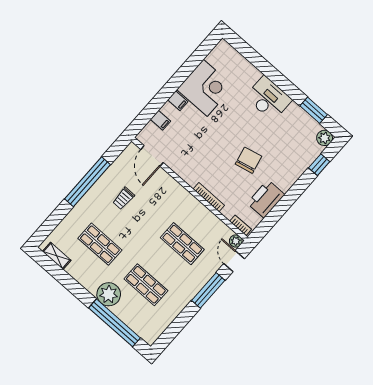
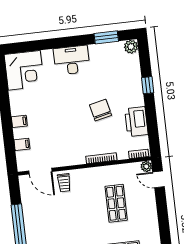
corner desk: (205, 88) -> (24, 70), moved, turned 90
window: (319, 165) -> (148, 85), moved
trolley: (124, 198) -> (64, 183), moved
shop shelf: (182, 244) -> (116, 203), turned 90
window: (208, 290) -> (163, 214), removed

